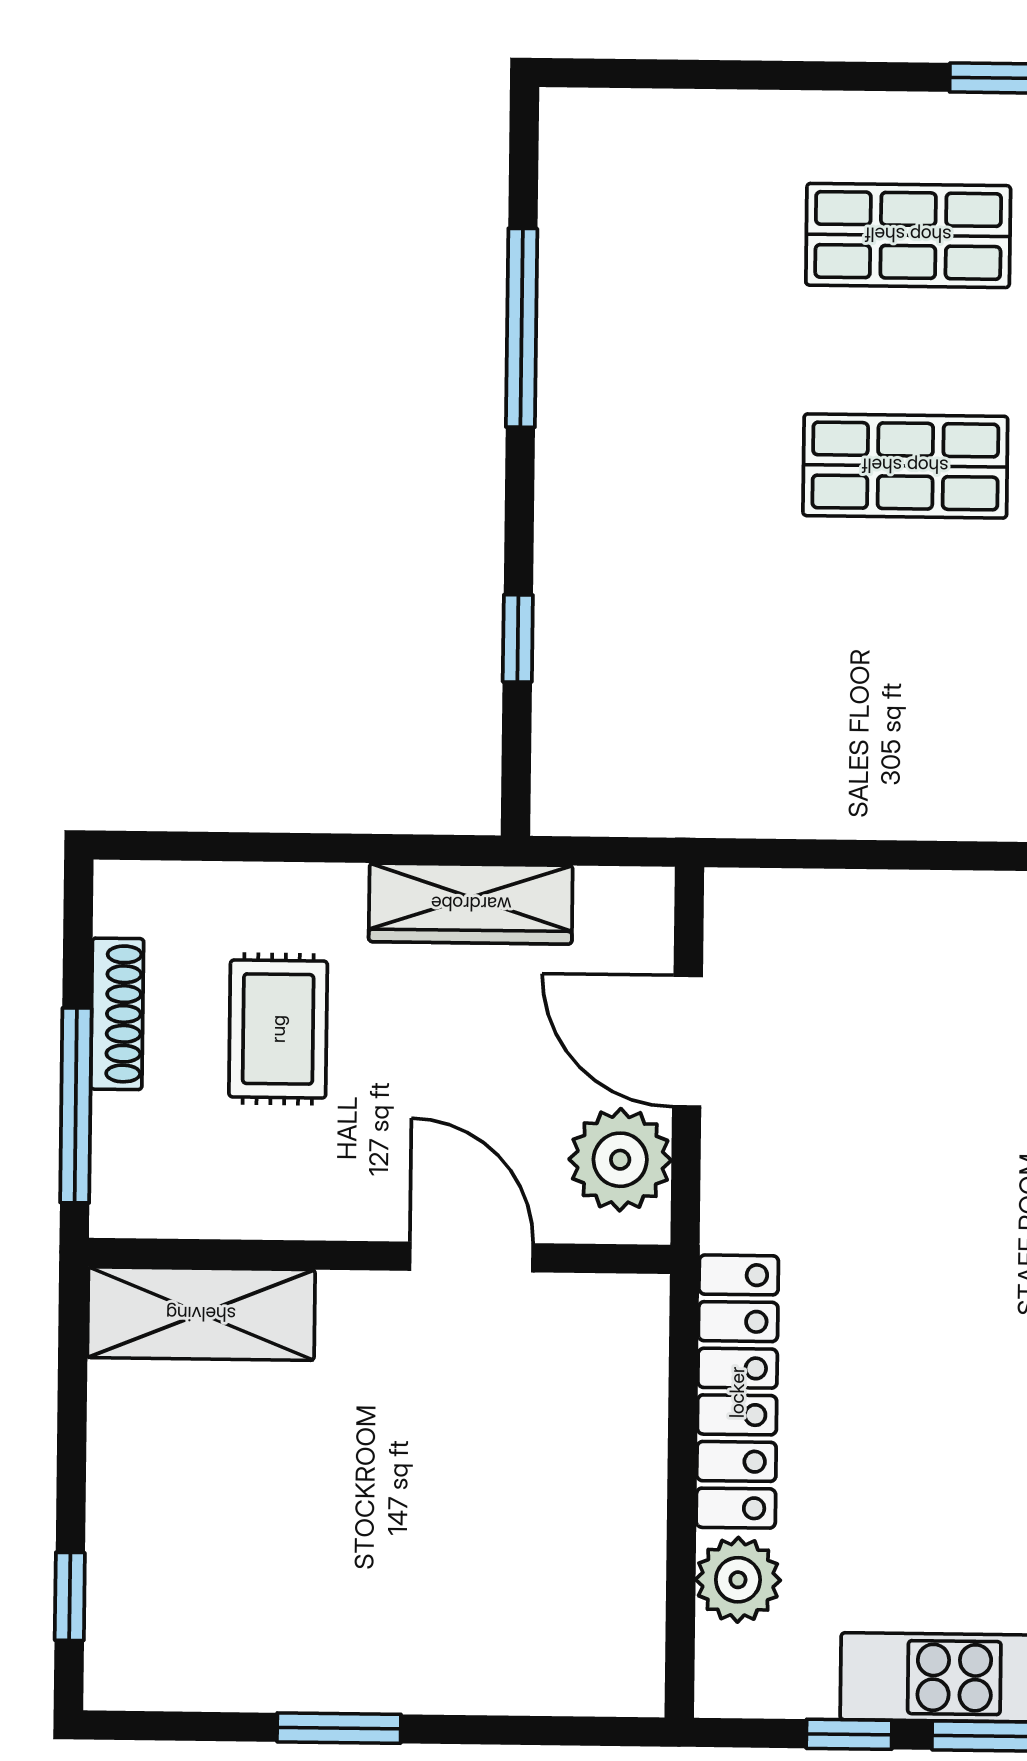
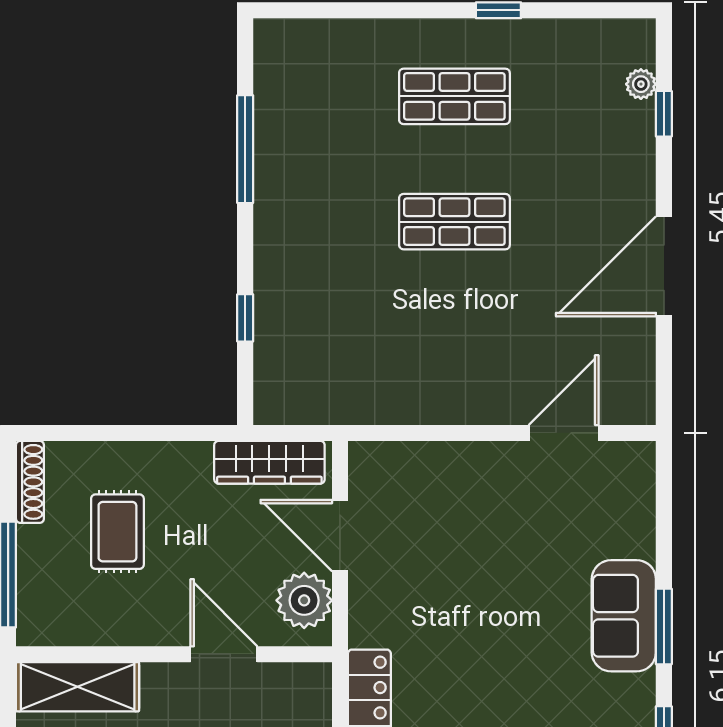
wardrobe: (471, 904) -> (269, 462), moved
shoe rack: (117, 1014) -> (30, 482), moved

